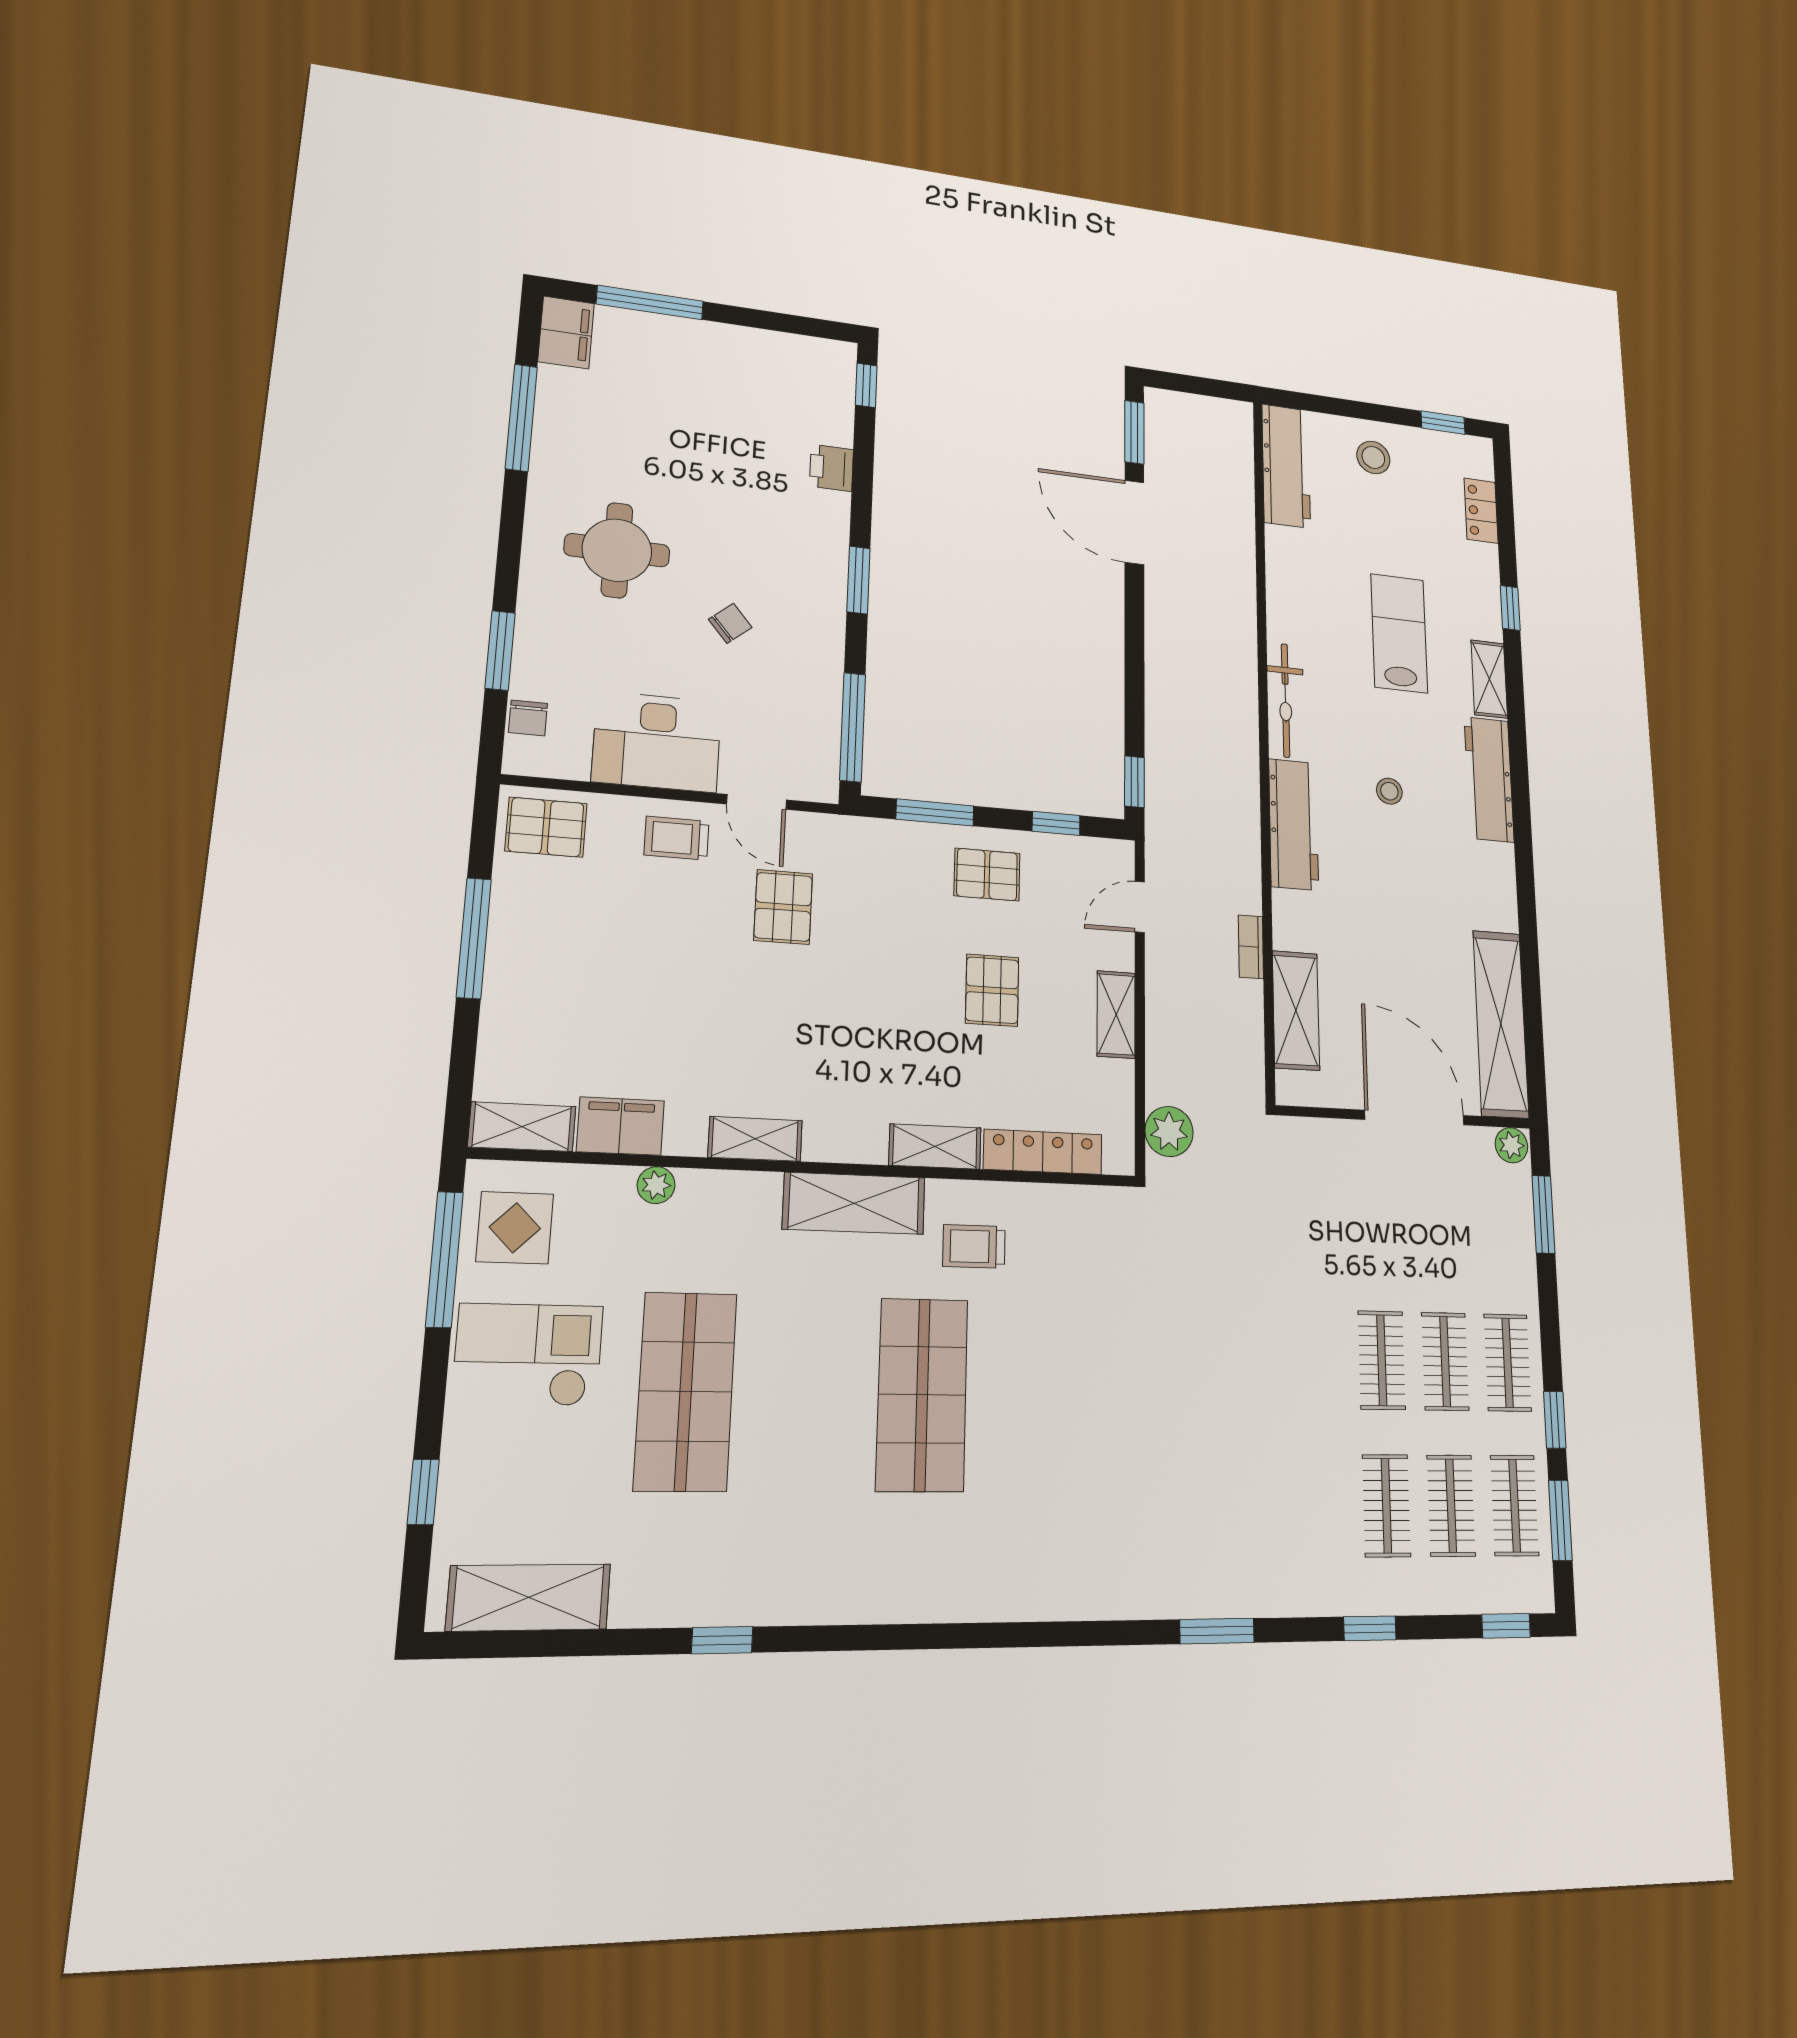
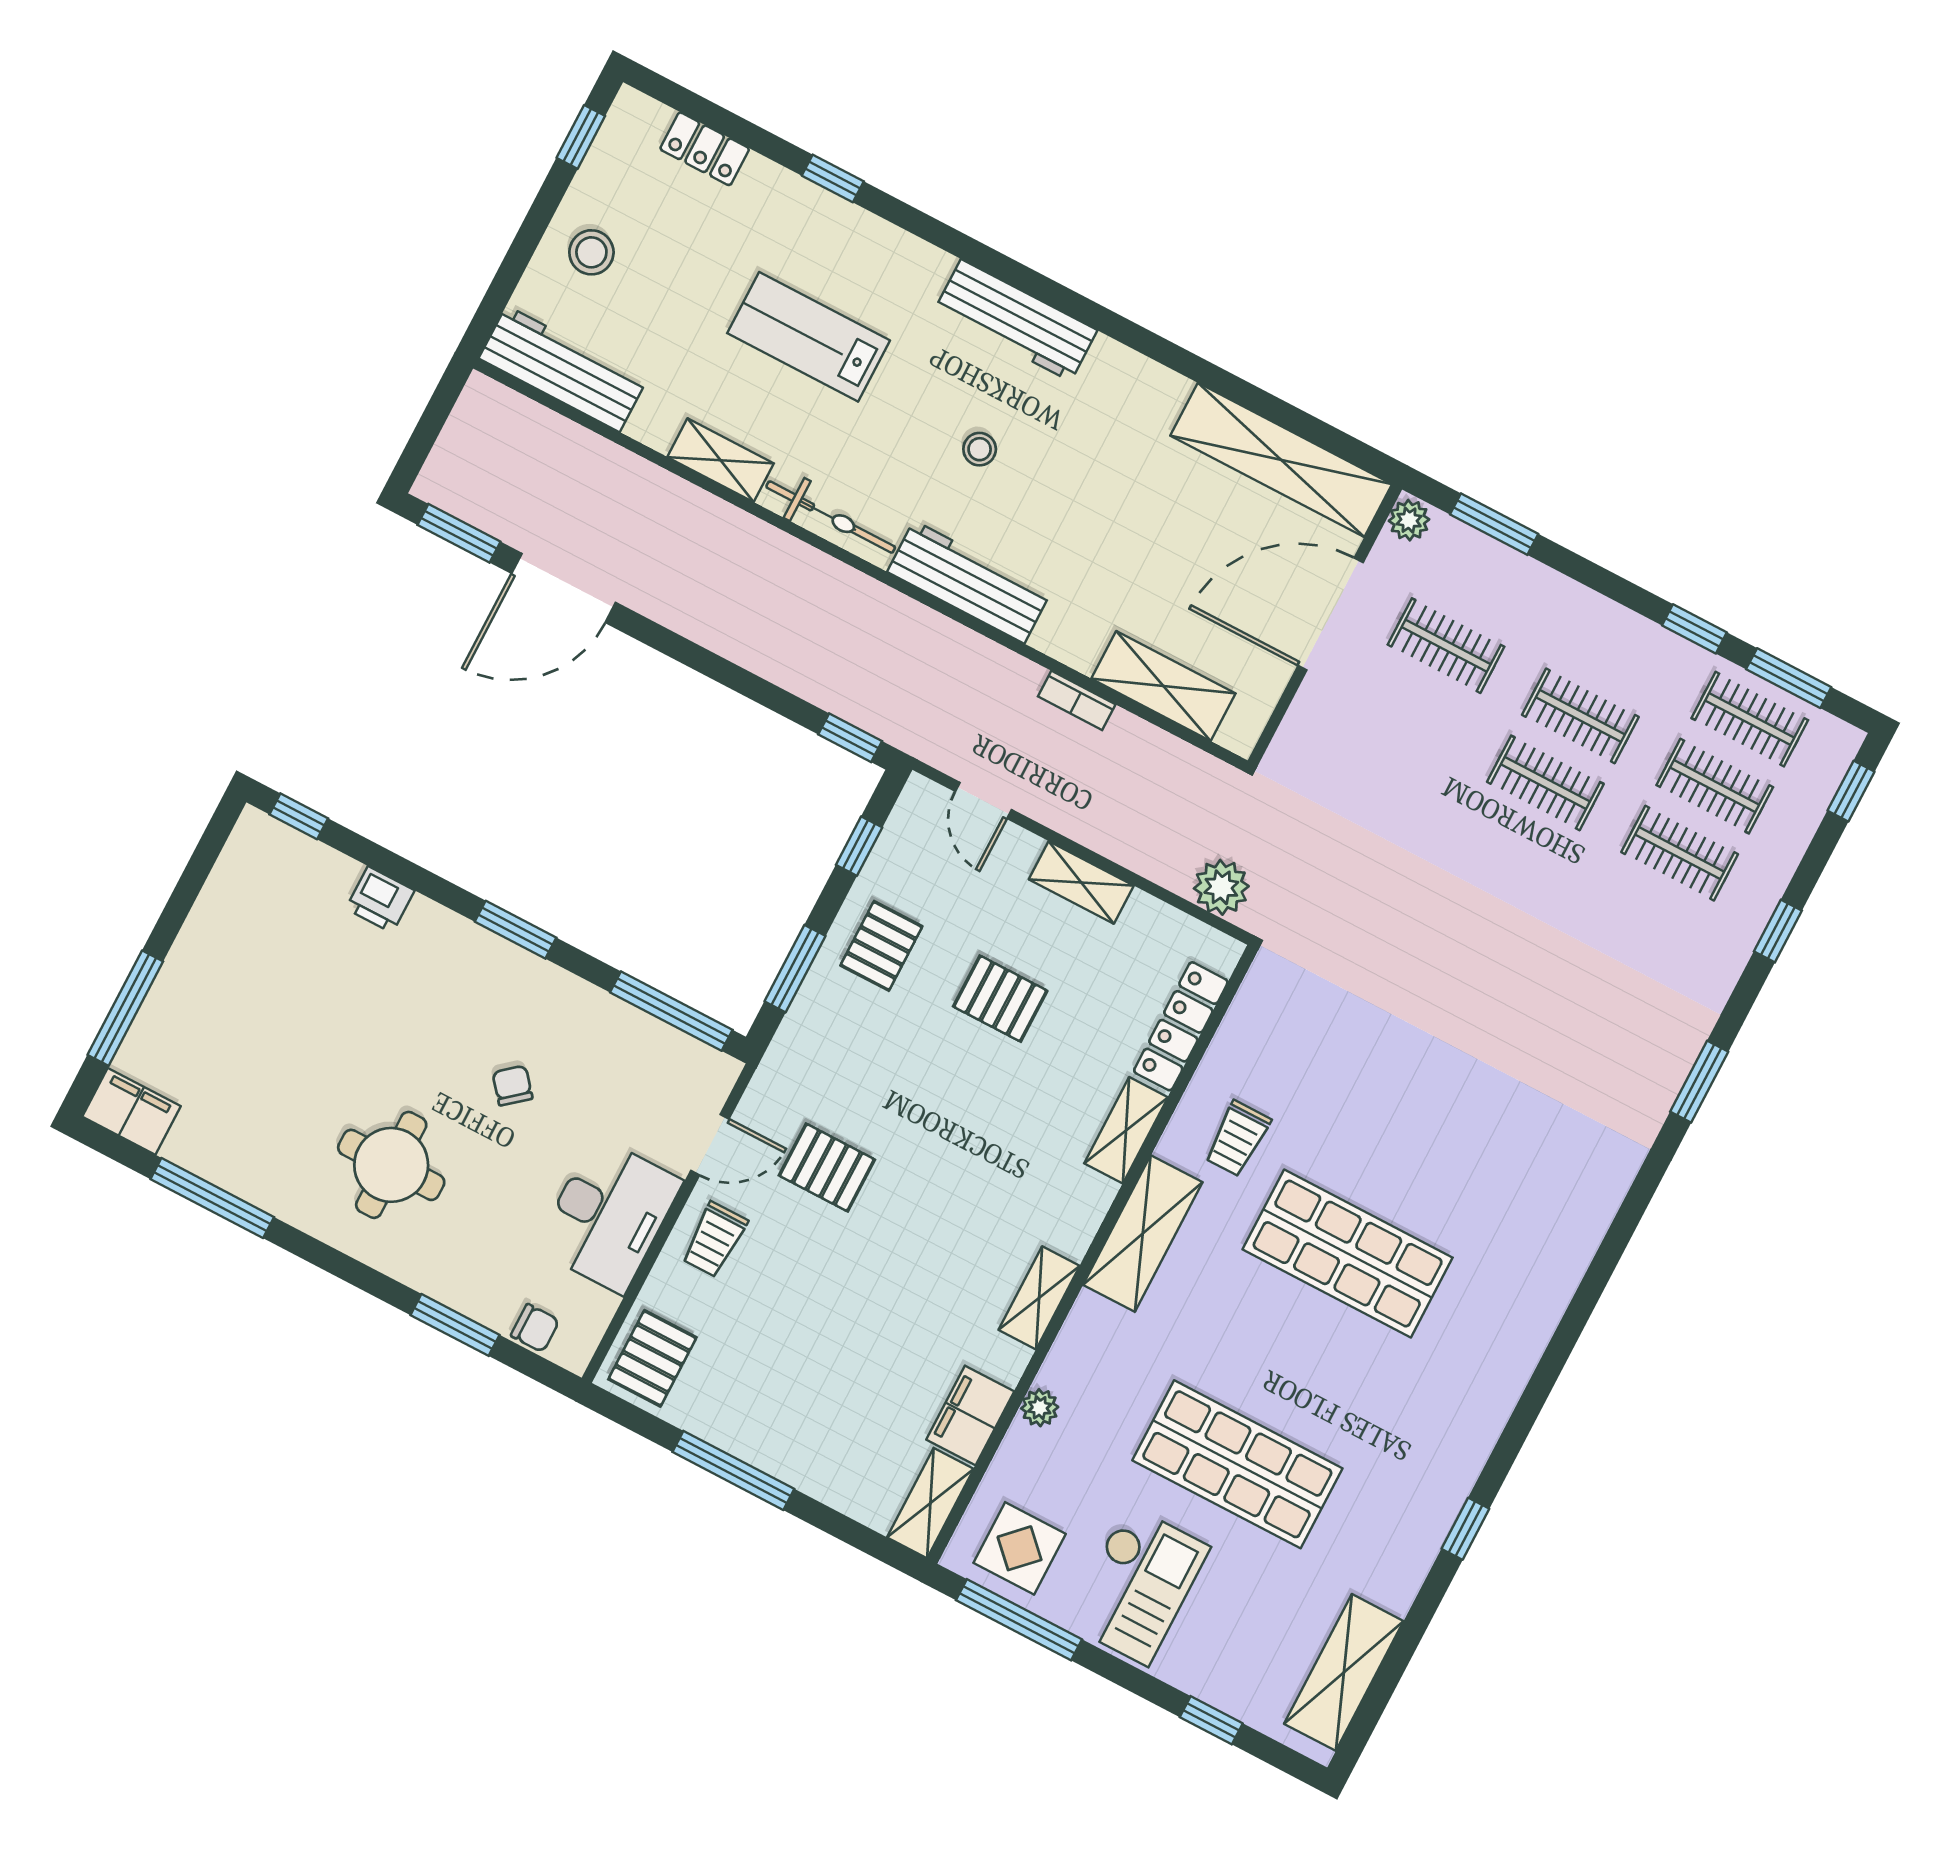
shelving: (1489, 679) -> (721, 460), moved
checkout: (528, 1355) -> (1138, 1585), turned 180
clothes rail: (1508, 1363) -> (1446, 646), moved

